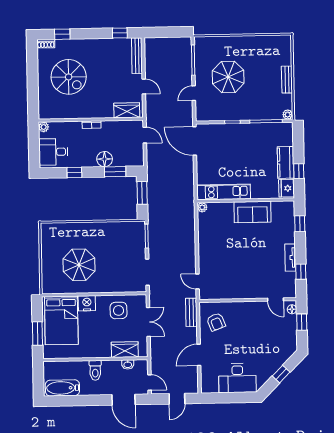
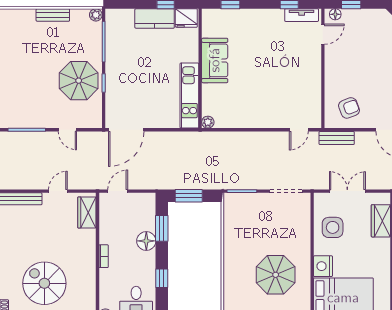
spiral stairs: (69, 77) -> (44, 283), turned -90
parasol: (228, 77) -> (79, 81), moved
tv unit: (290, 258) -> (302, 15), moved

